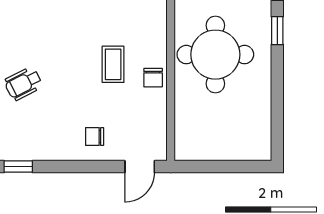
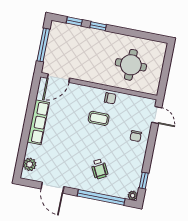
round table: (215, 55) -> (131, 65), moved, width x0.73, depth x0.73

